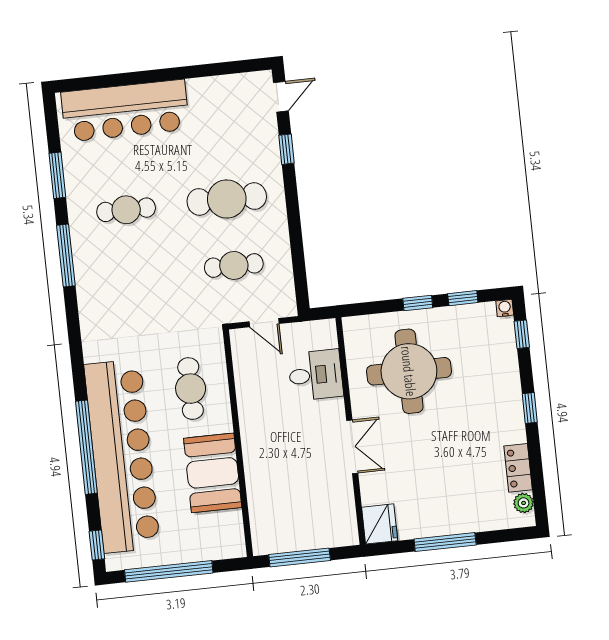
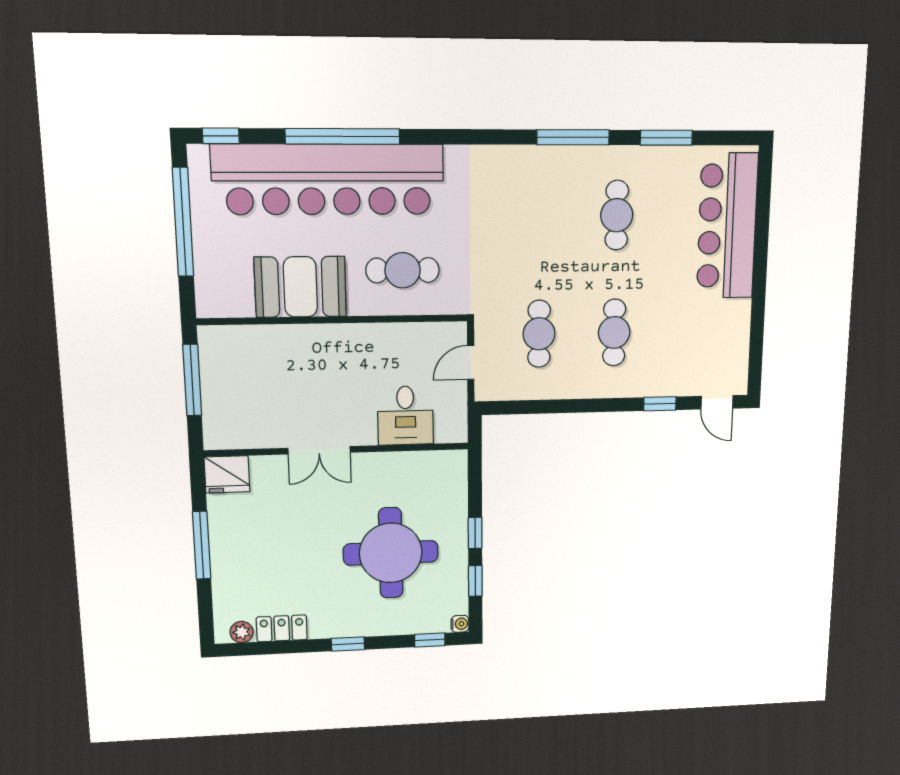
cafe table: (227, 199) -> (614, 333), width x0.73, depth x0.74
round table: (409, 371) -> (391, 553), moved

